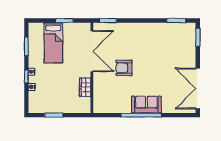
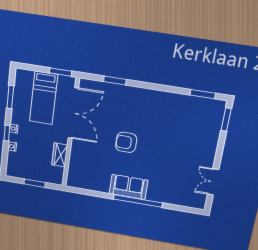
double door: (92, 51) -> (73, 113), moved
wall: (92, 68) -> (71, 133), moved
wardrobe: (85, 87) -> (60, 155), moved
double door: (198, 88) -> (213, 182), width x0.54
sofa: (146, 105) -> (128, 187), moved

